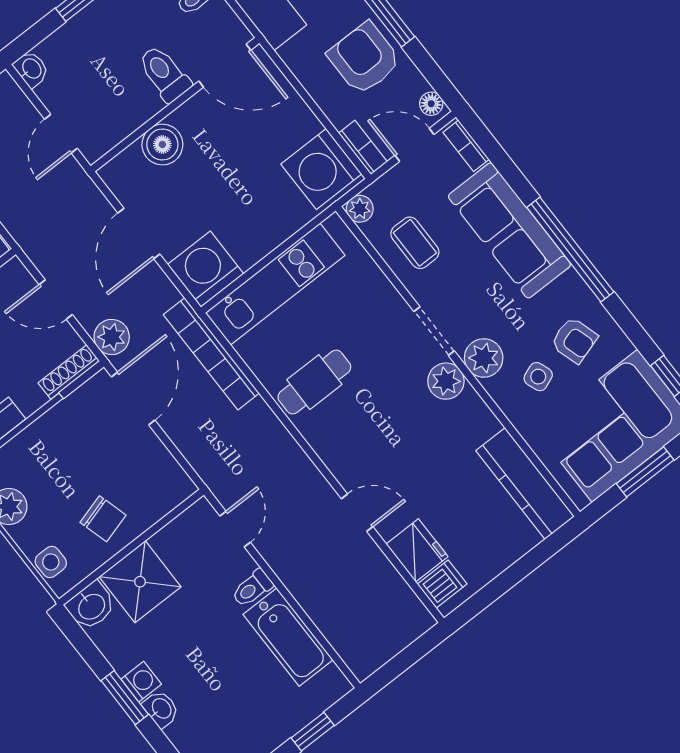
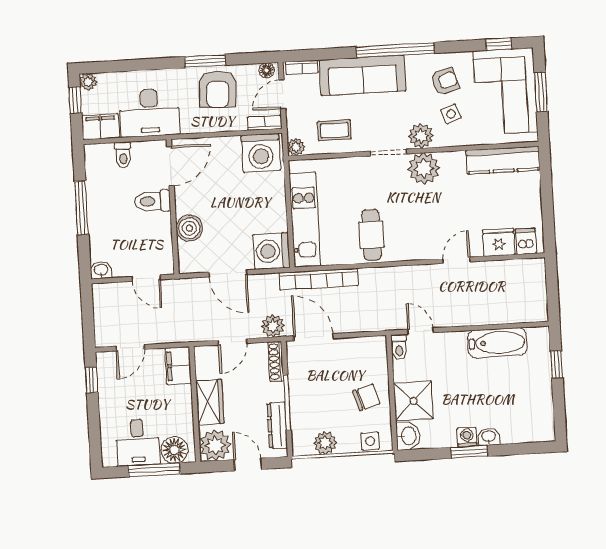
armchair: (364, 58) -> (218, 89), turned -87
plant: (446, 381) -> (424, 169), width x1.36, depth x1.36
toilet: (252, 588) -> (399, 347), moved

